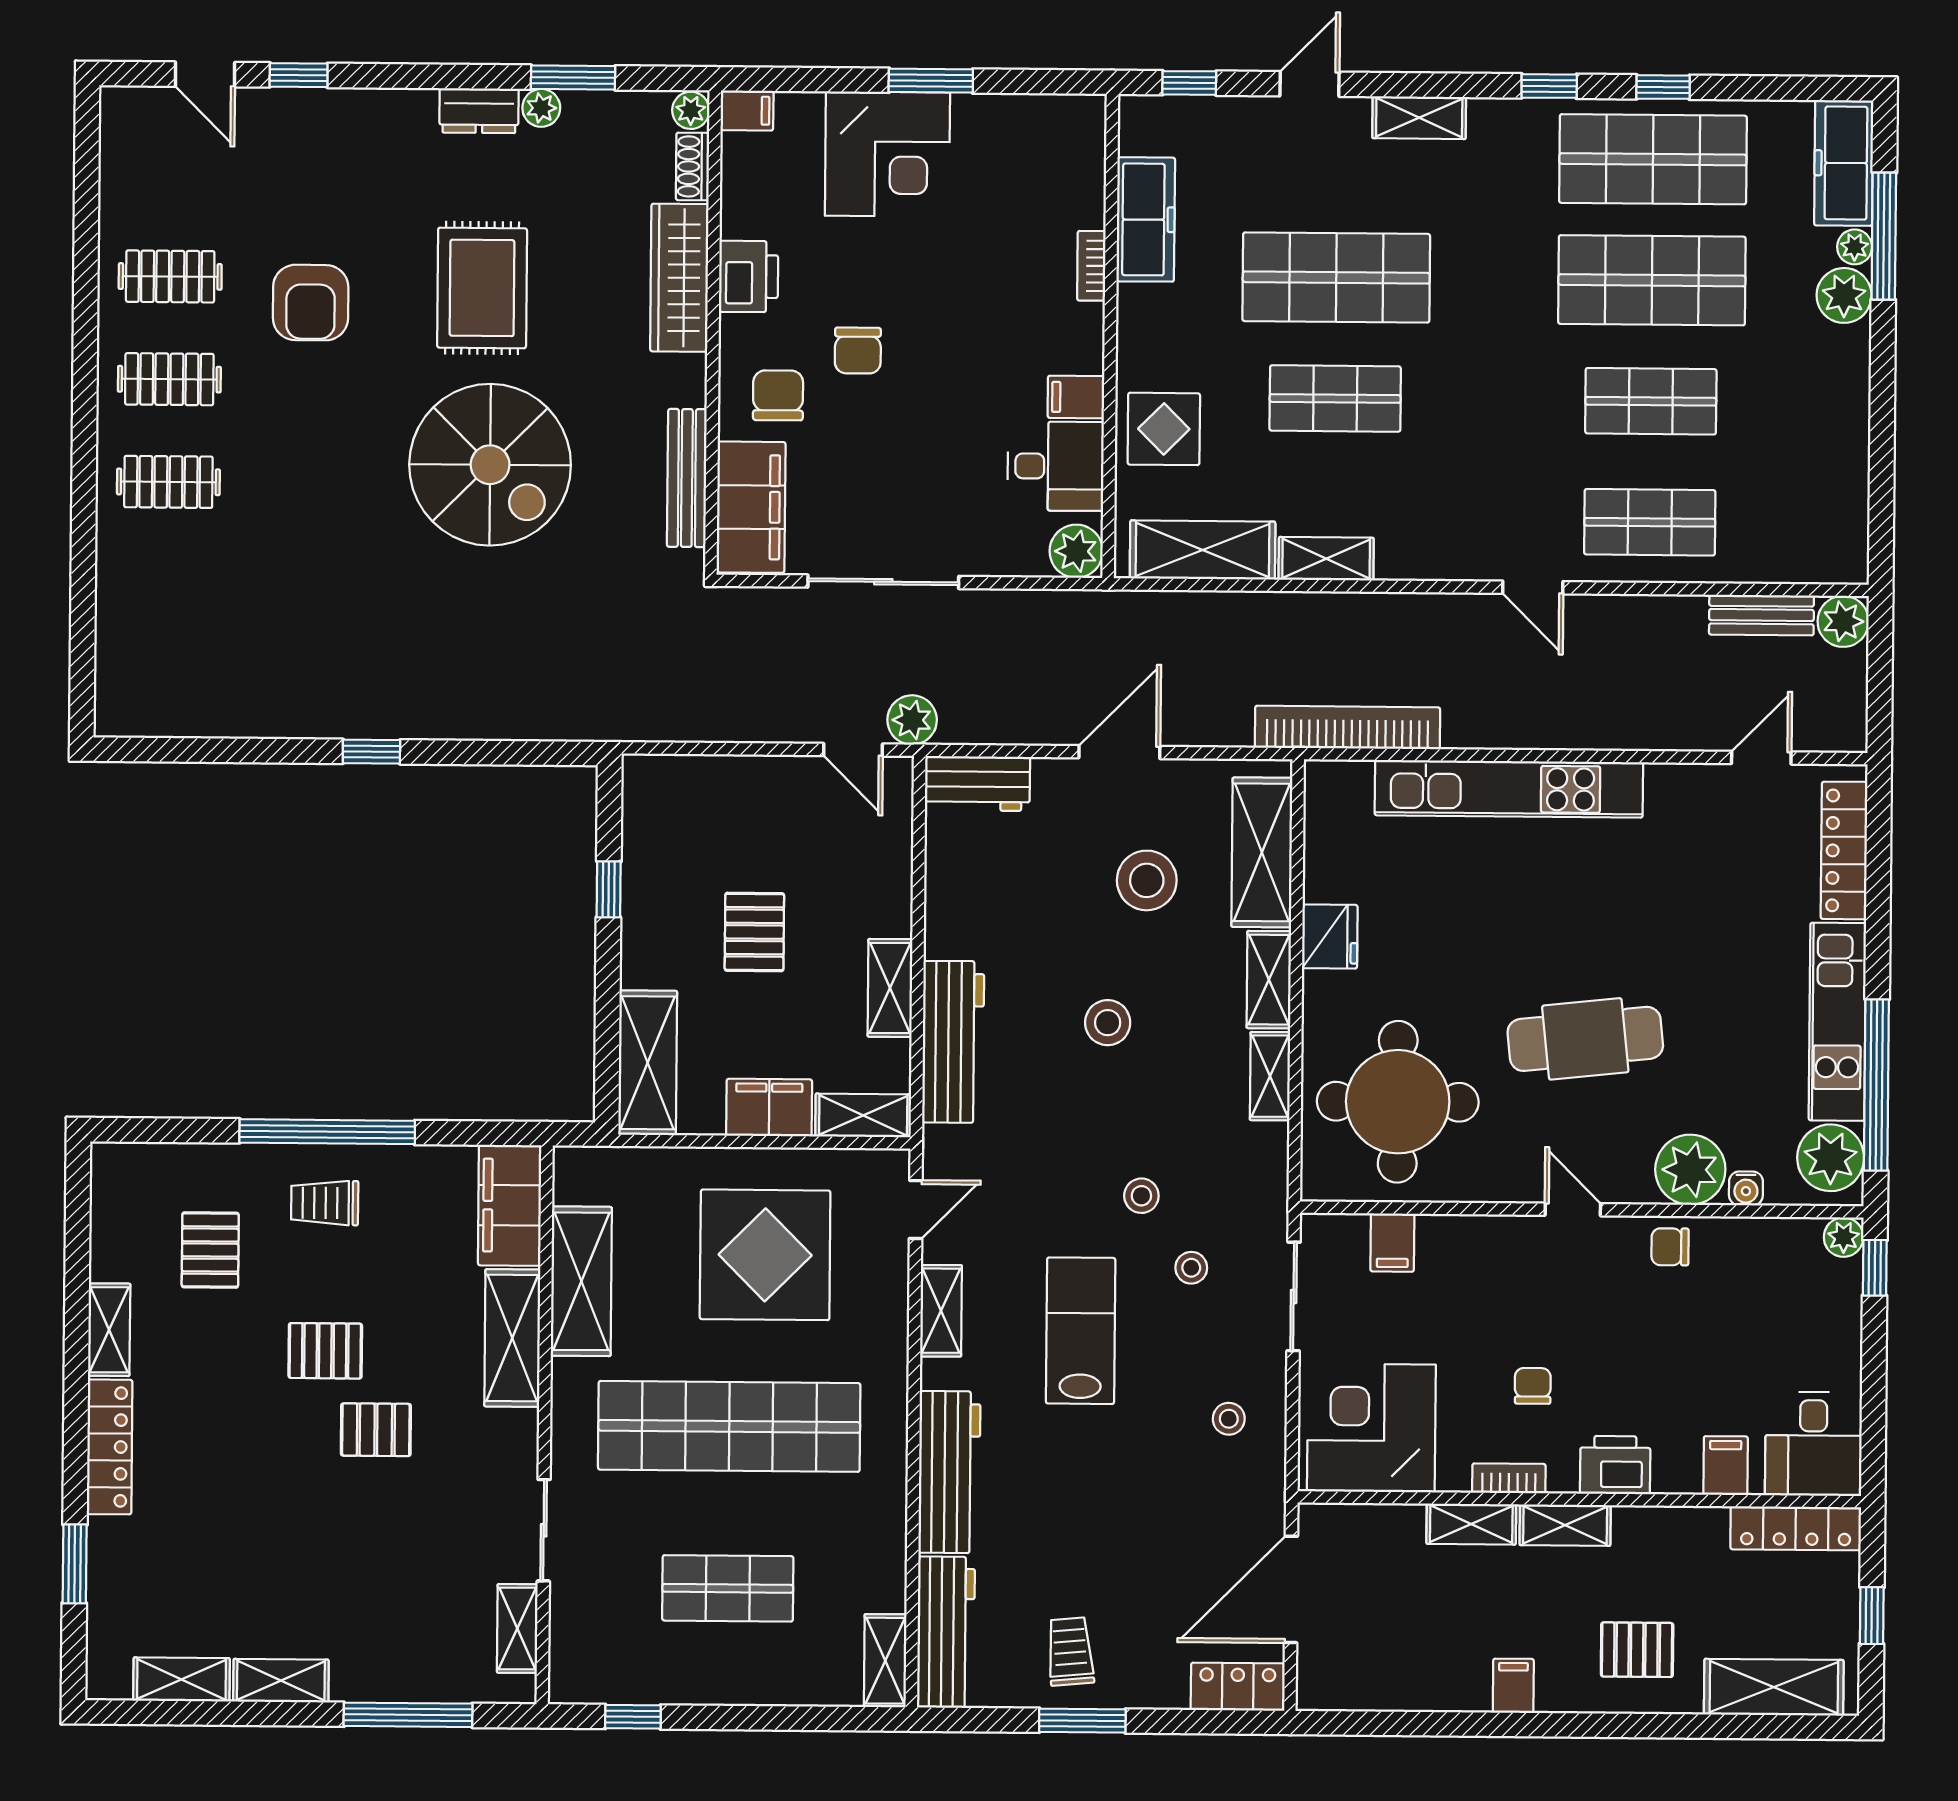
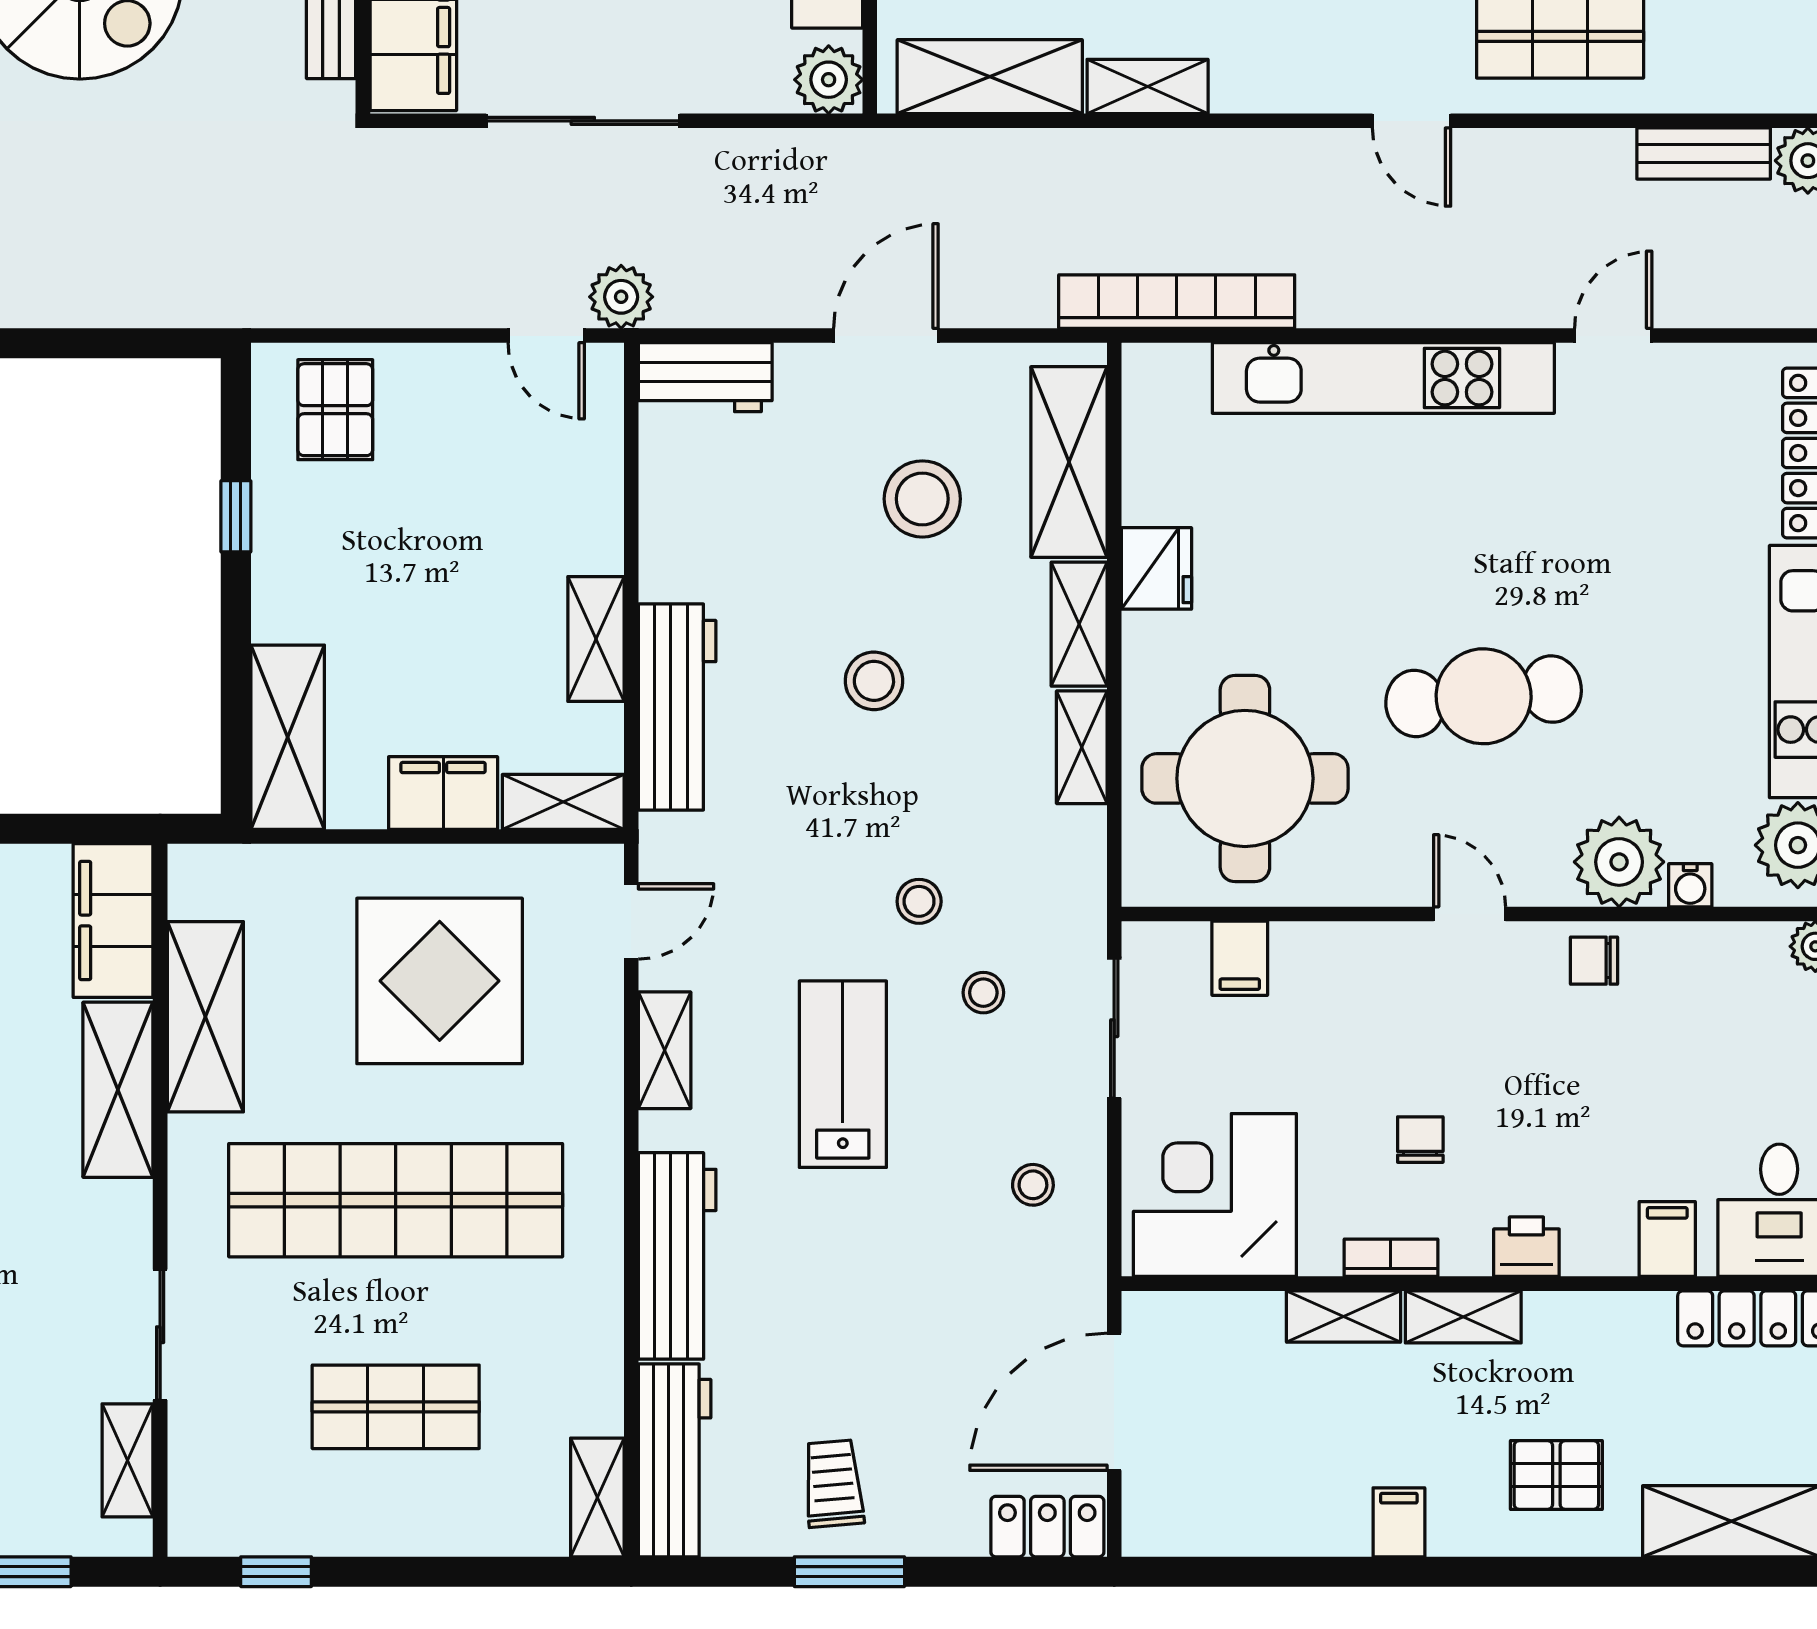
door: (1761, 758) -> (1613, 336), moved
pallet: (754, 932) -> (335, 410), moved
printer: (1615, 1465) -> (1526, 1247), width x0.73, depth x0.81

